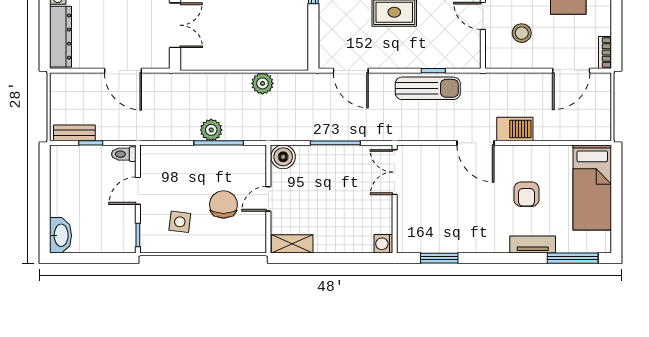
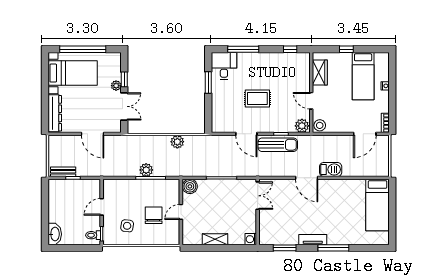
stool: (522, 33) -> (320, 125), moved
plant: (468, 57) -> (302, 126), added
door: (351, 71) -> (246, 134), moved
toilet: (124, 154) -> (93, 235), moved
double door: (395, 172) -> (258, 196), swing flipped
armchair: (526, 194) -> (338, 209), removed
shelving: (292, 244) -> (215, 239), moved
tv unit: (533, 244) -> (313, 240), moved
window: (573, 258) -> (333, 248), moved

